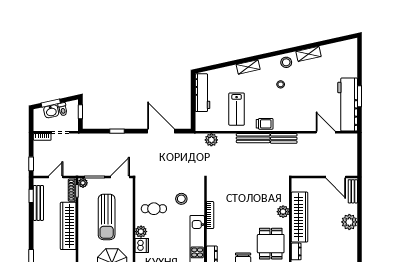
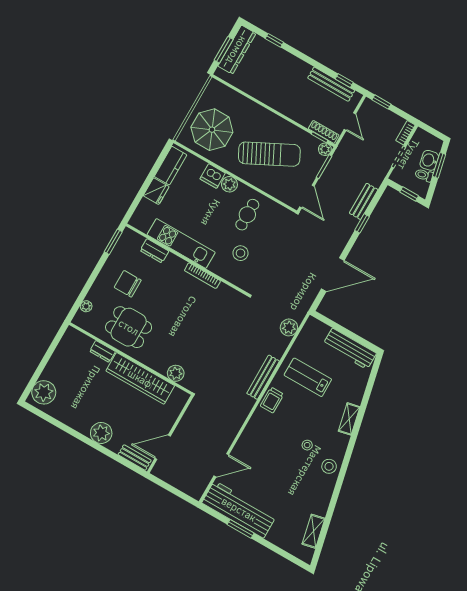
shelving: (309, 54) -> (313, 531), moved
bench: (284, 138) -> (364, 201), moved
plant: (283, 212) -> (176, 373), moved
sun lounger: (107, 217) -> (269, 154), turned 153
wardrobe: (68, 226) -> (285, 103), removed

